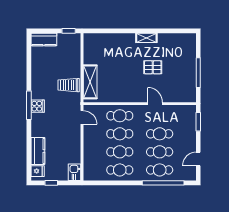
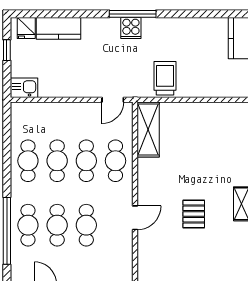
shelving: (90, 82) -> (148, 129), moved, turned 90

